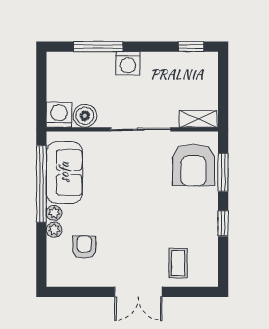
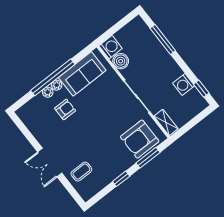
washing machine: (128, 63) -> (184, 84), moved
window: (41, 184) -> (53, 77), moved
armchair: (84, 247) -> (65, 109), moved

